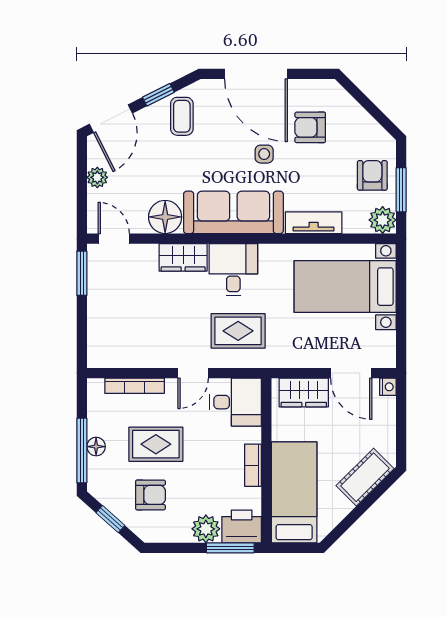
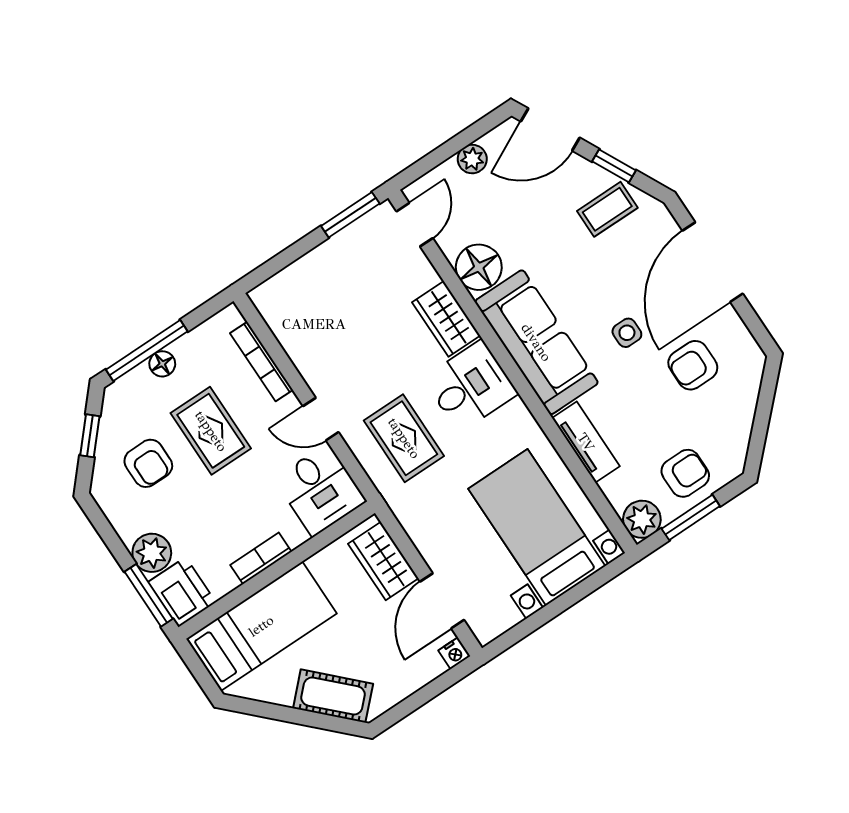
armchair: (310, 127) -> (693, 365), turned -90

